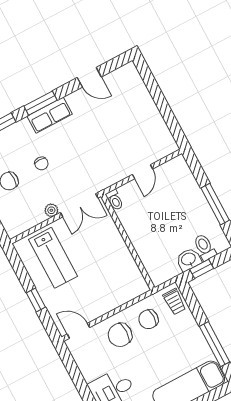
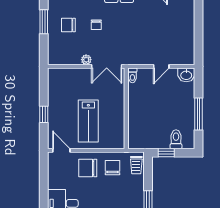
lab bench: (53, 258) -> (88, 121), moved
washbasin: (189, 259) -> (186, 75), moved, turned 180
chair: (148, 319) -> (113, 168), turned 90

